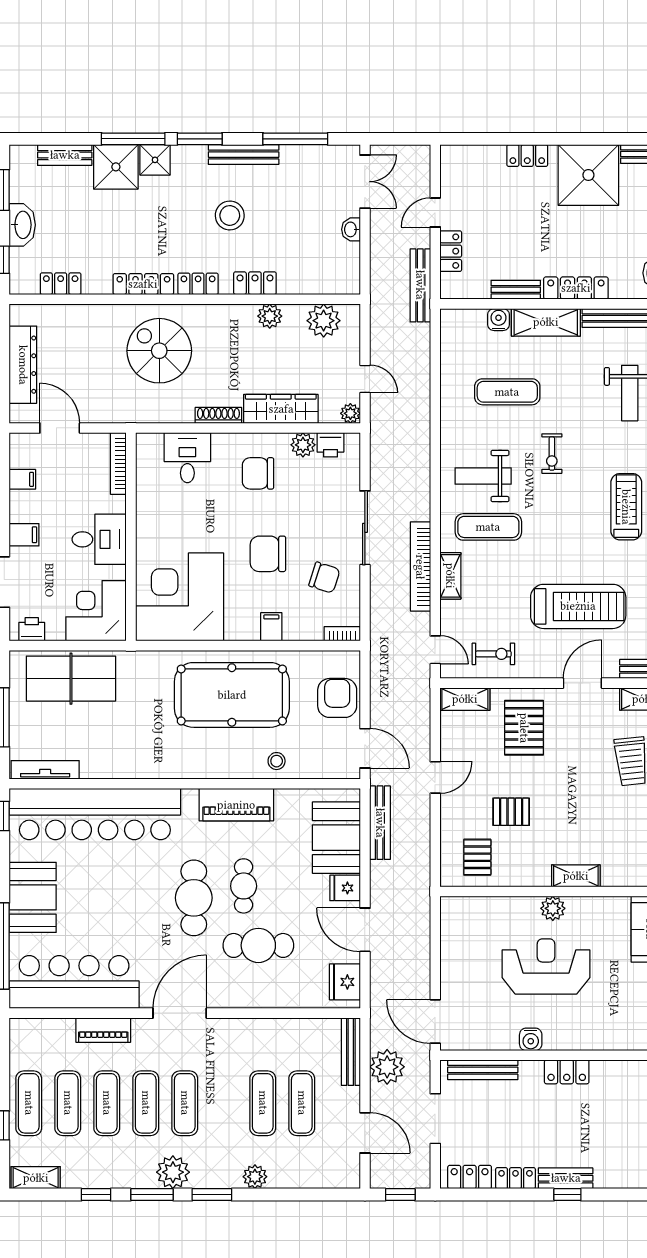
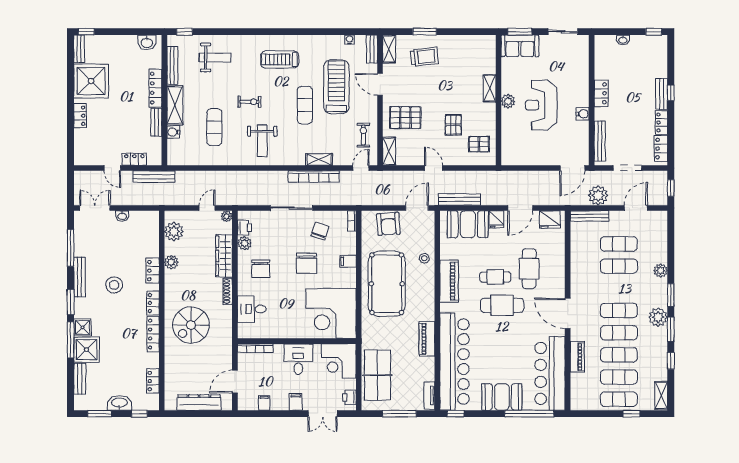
exercise mat: (488, 527) -> (305, 105), moved
armchair: (337, 698) -> (388, 224), turned -94
piano: (135, 765) -> (427, 339), added
tv unit: (45, 770) -> (429, 396), width x0.71

